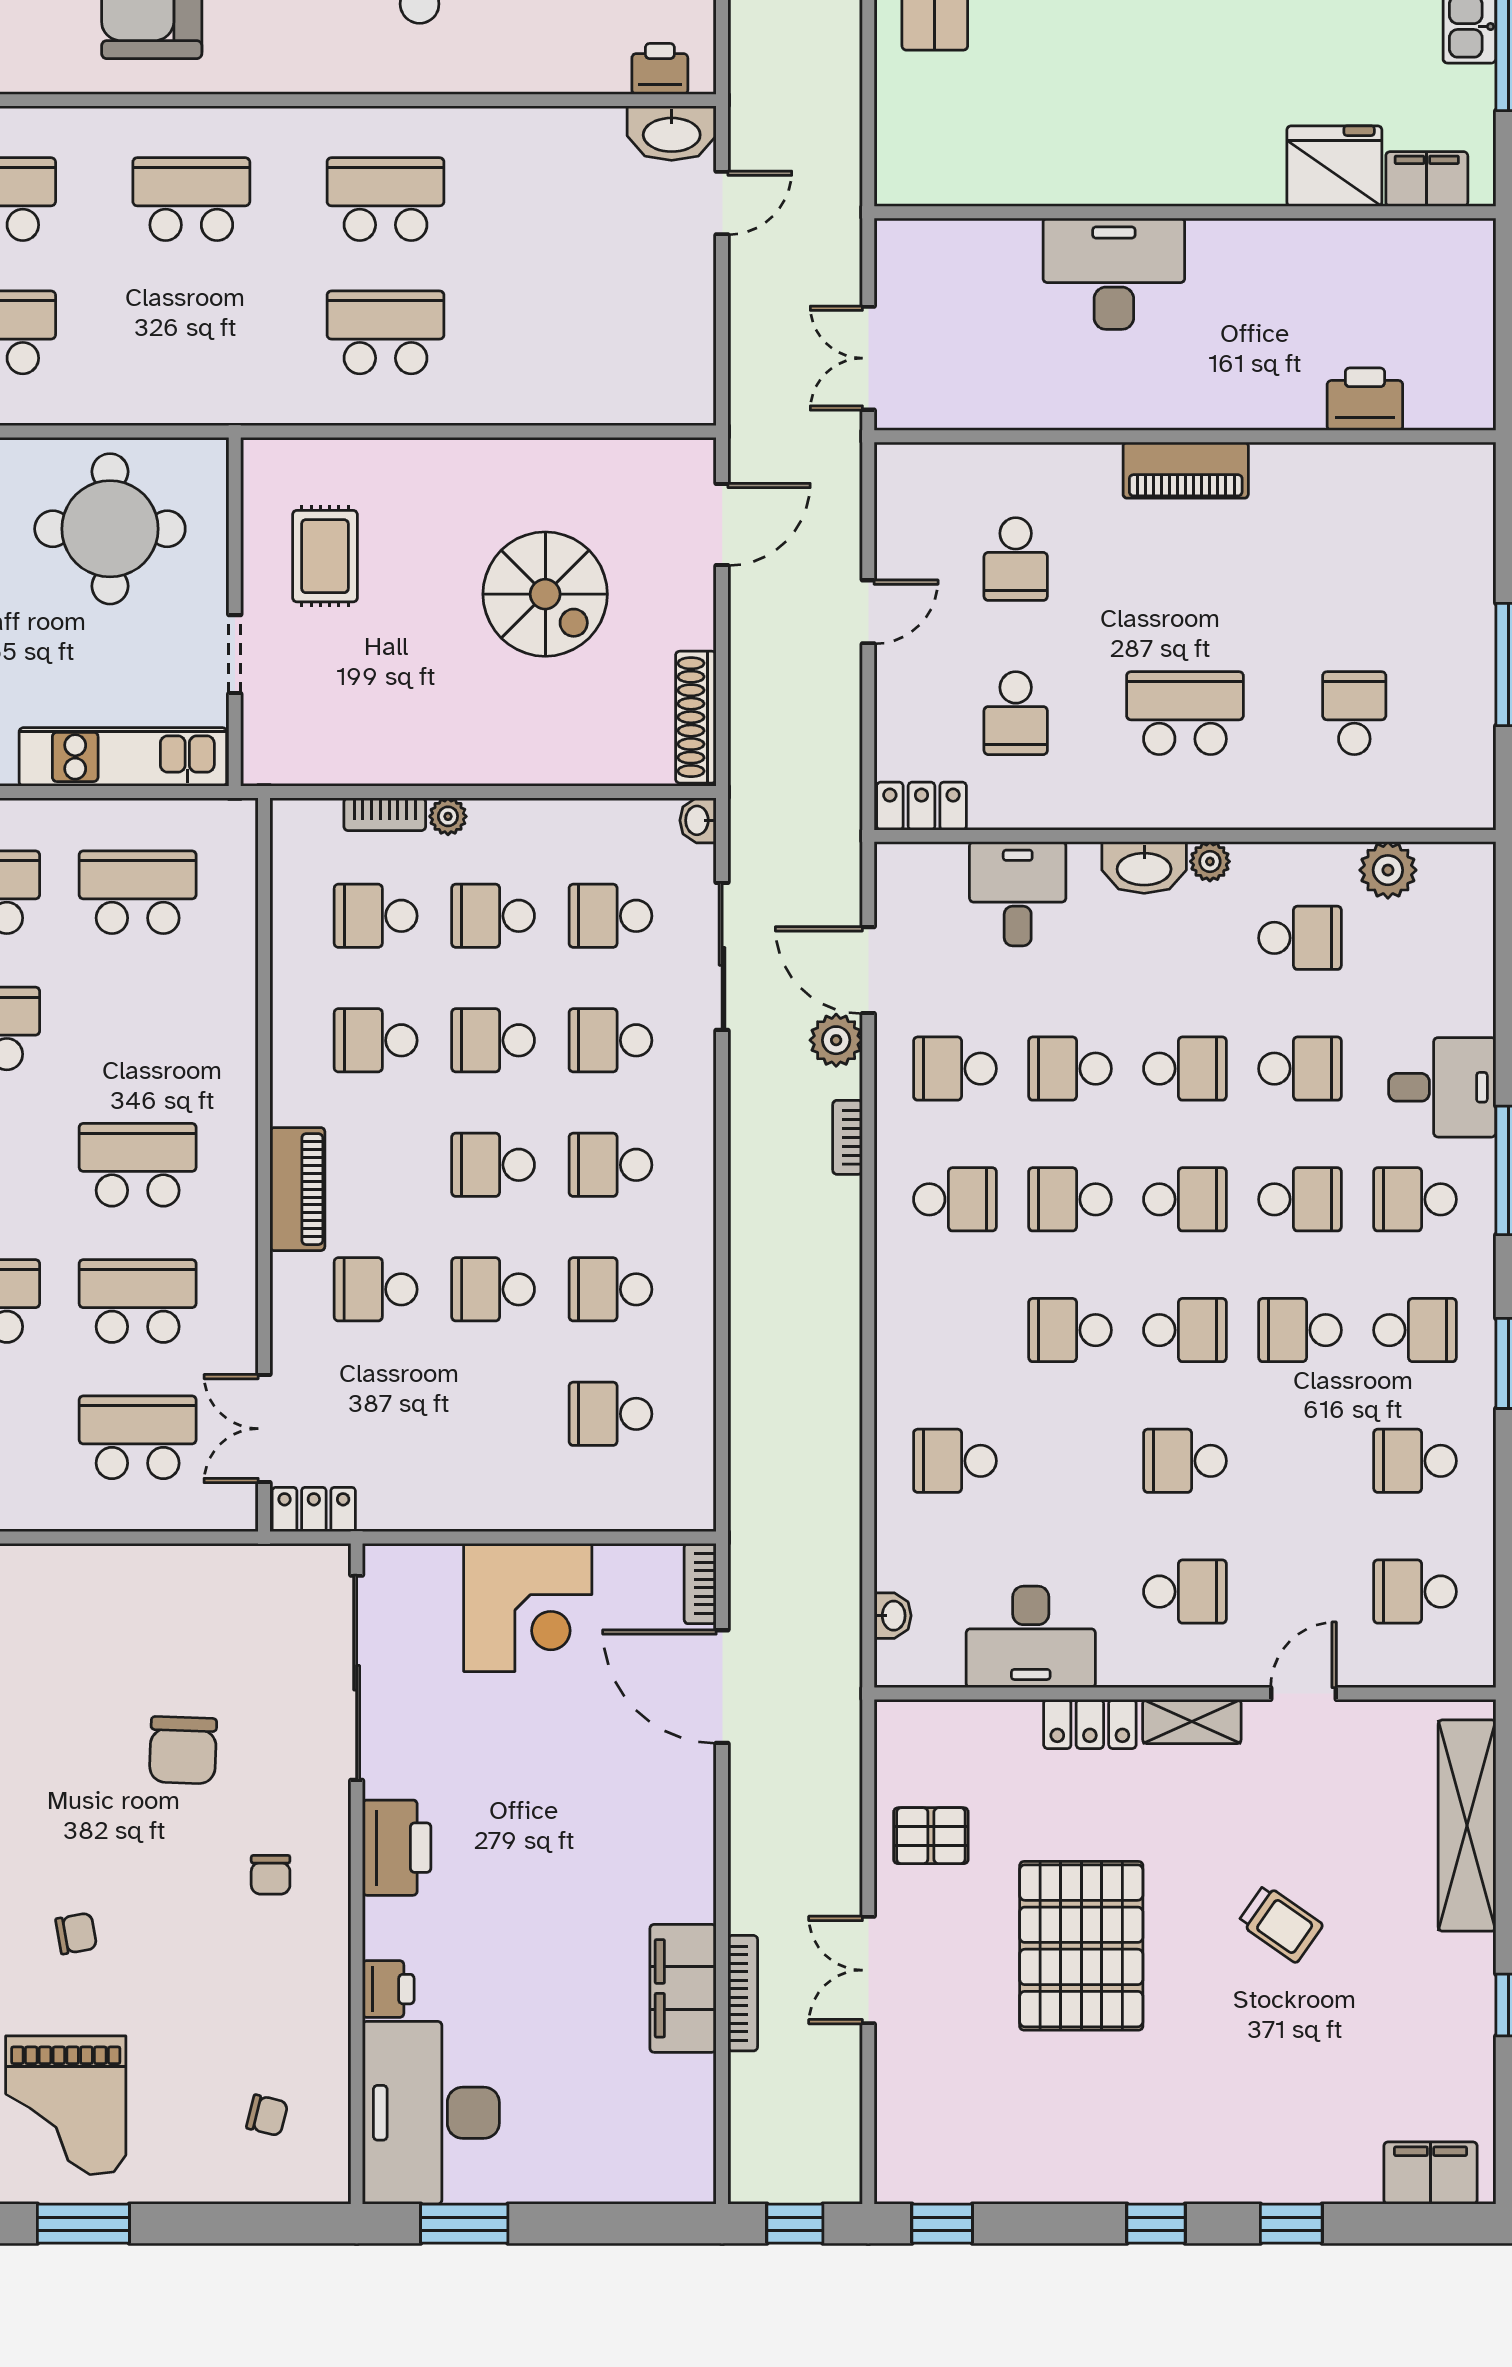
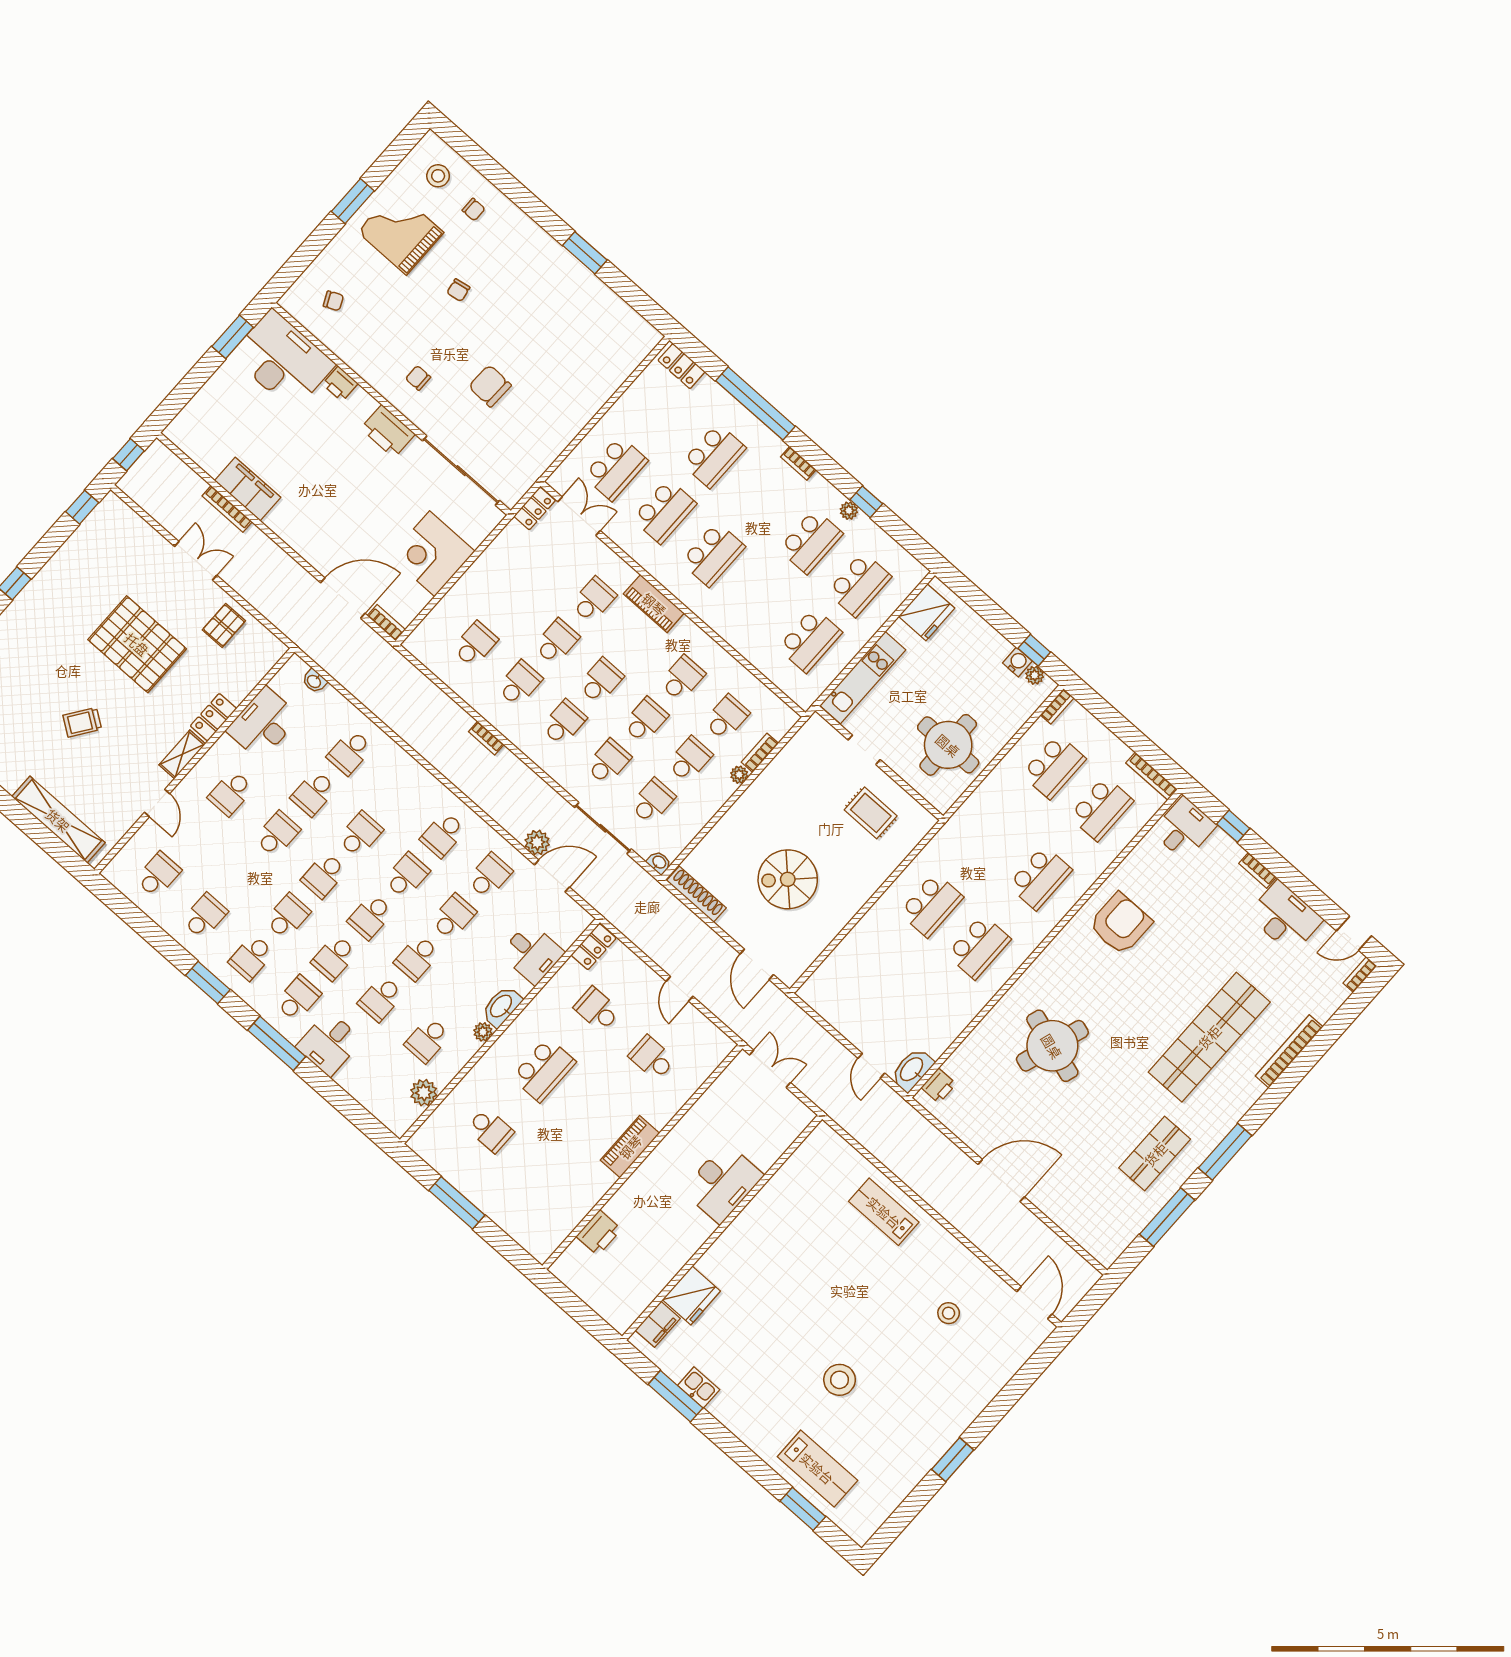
bookcase: (848, 1137) -> (486, 738), moved, turned 180
school desk: (955, 1461) -> (350, 752), turned 180
school desk: (1070, 1461) -> (314, 793), added
chair: (267, 2115) -> (333, 301), turned -129

